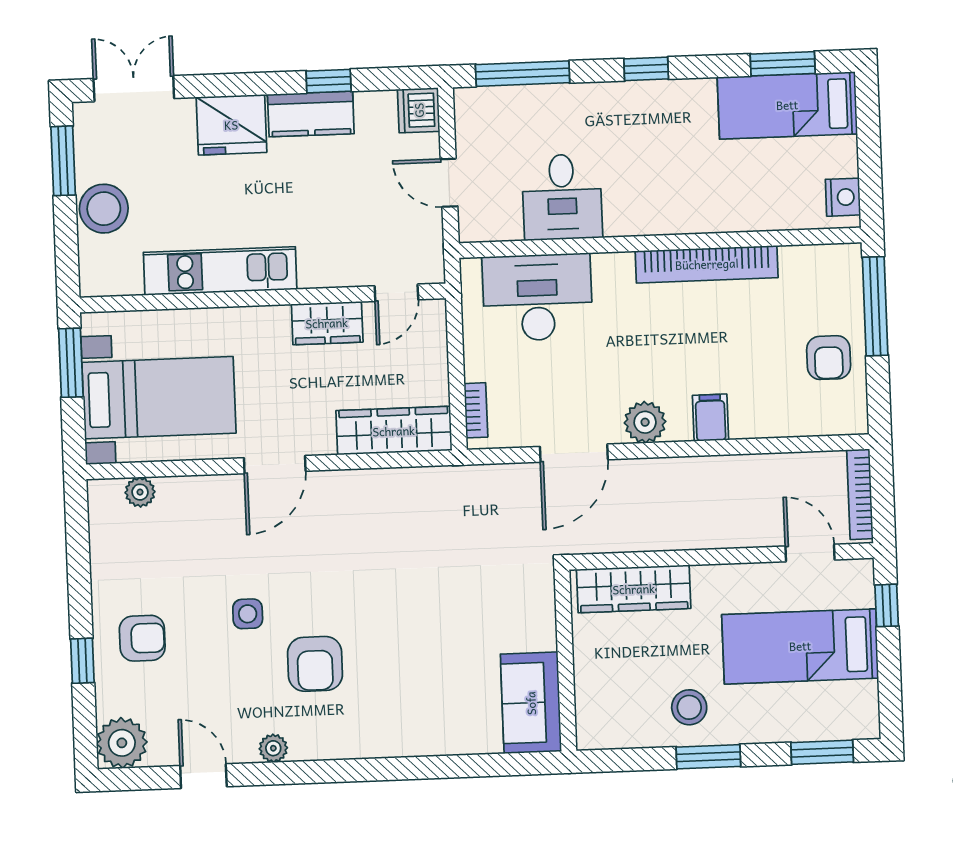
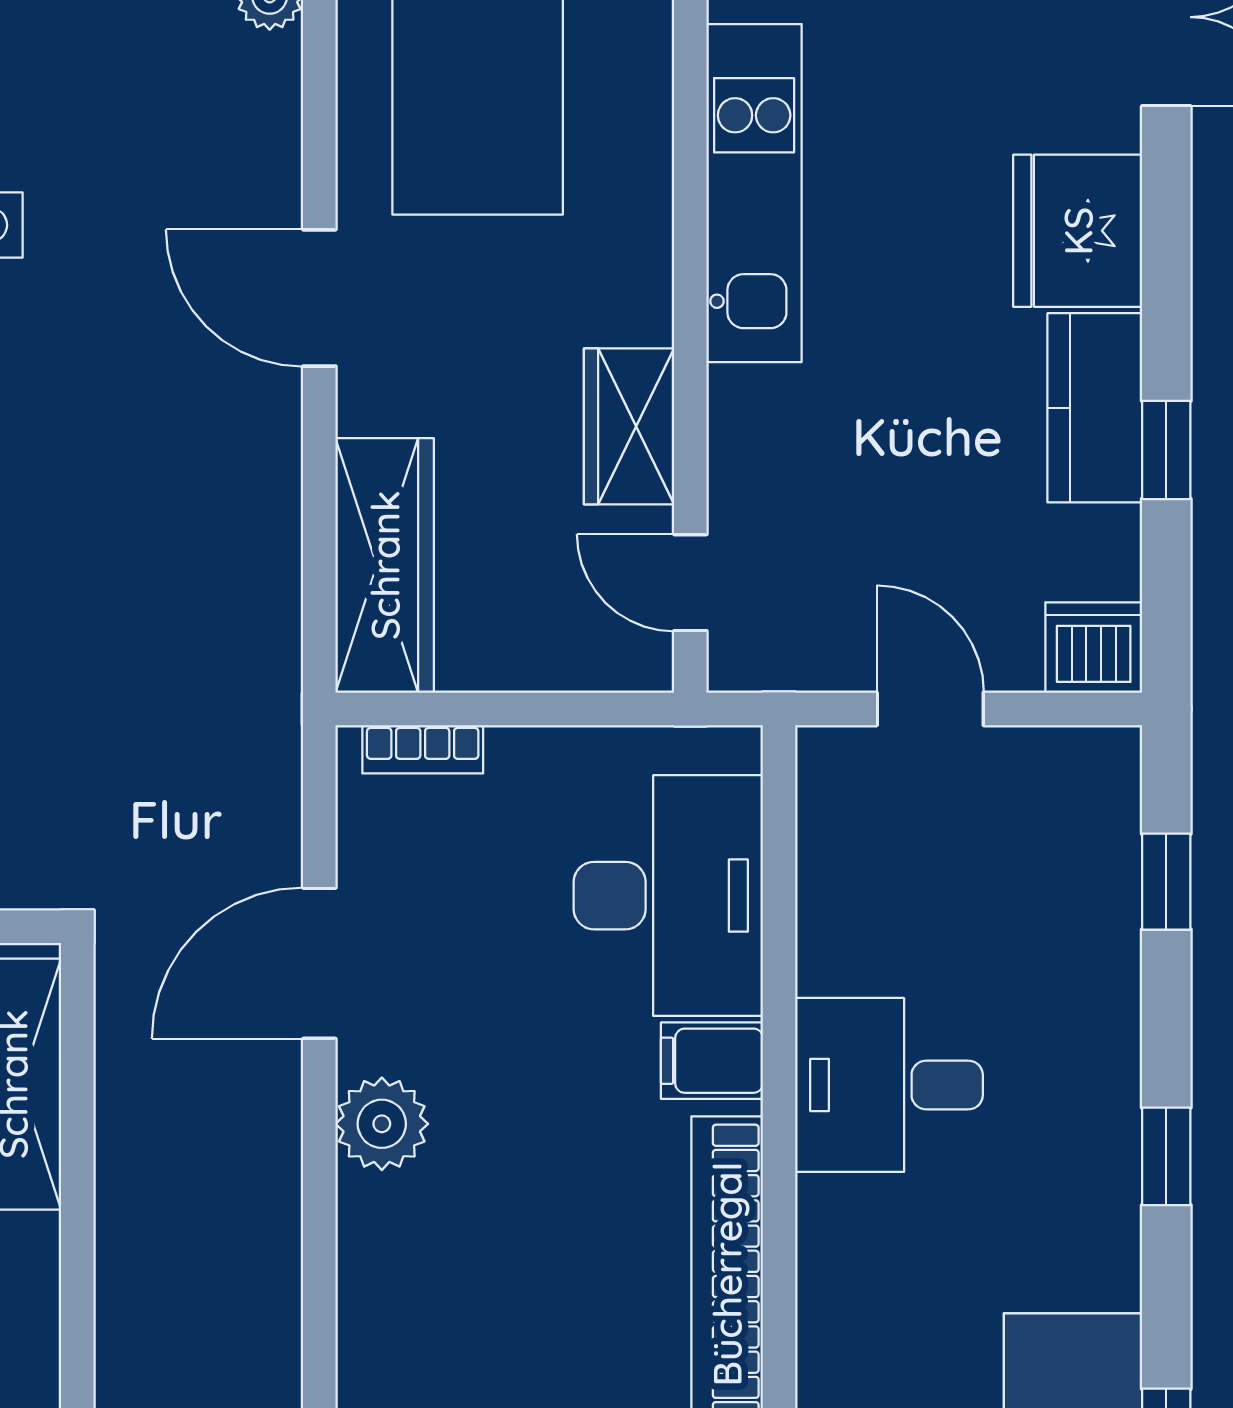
window: (523, 74) -> (1166, 882), width x0.46
door: (449, 183) -> (930, 709), hinge flipped
desk: (562, 197) -> (889, 1085), moved
filing cabinet: (711, 418) -> (712, 1061), moved, turned 180
door: (574, 453) -> (319, 963), hinge flipped

